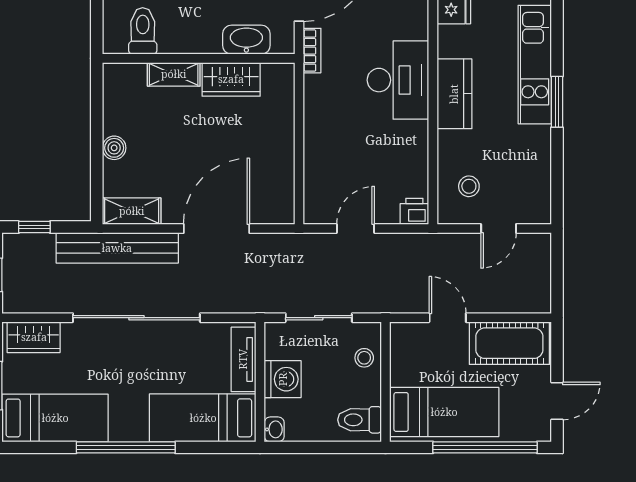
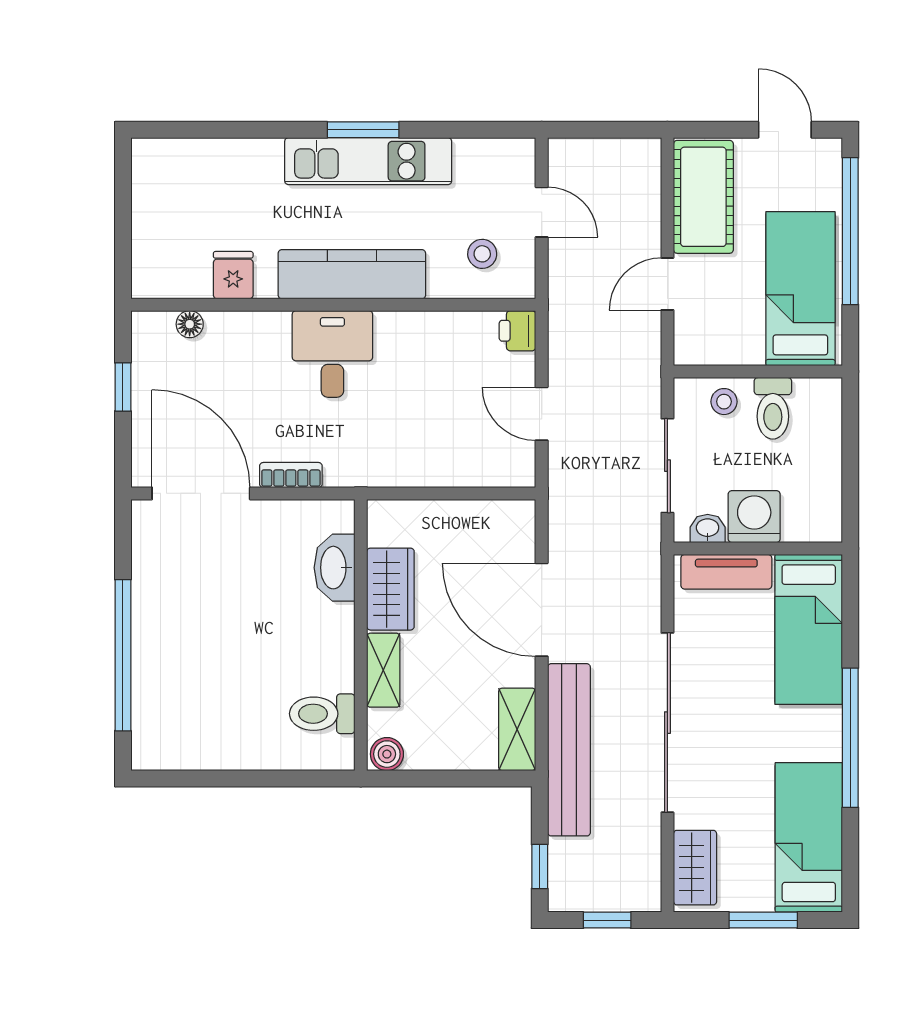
toilet: (143, 31) -> (322, 714), moved
washbasin: (246, 40) -> (334, 568), moved
wall: (199, 58) -> (361, 635), moved
kitchen unit: (535, 65) -> (368, 161), moved
shelving: (174, 74) -> (383, 670), moved
wardrobe: (231, 79) -> (390, 589), moved
desk: (398, 80) -> (332, 354), width x0.73
kitchen counter: (454, 94) -> (352, 274), width x1.50
boiler: (114, 148) -> (387, 754), moved
toilet: (359, 420) -> (773, 408), moved
washbasin: (274, 429) -> (708, 528), moved

